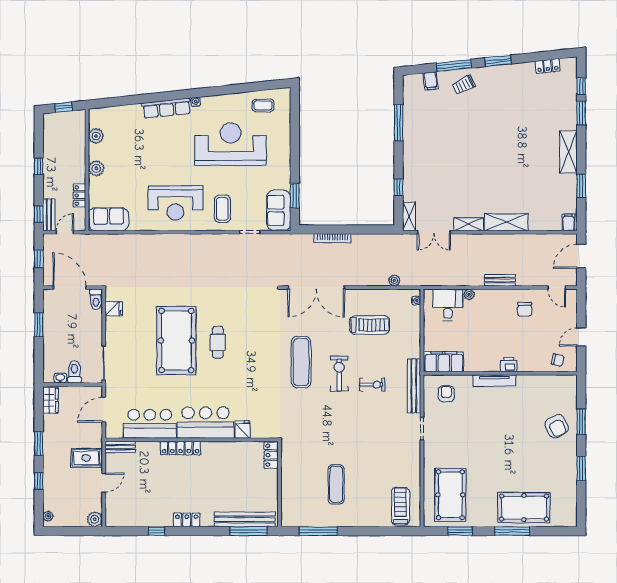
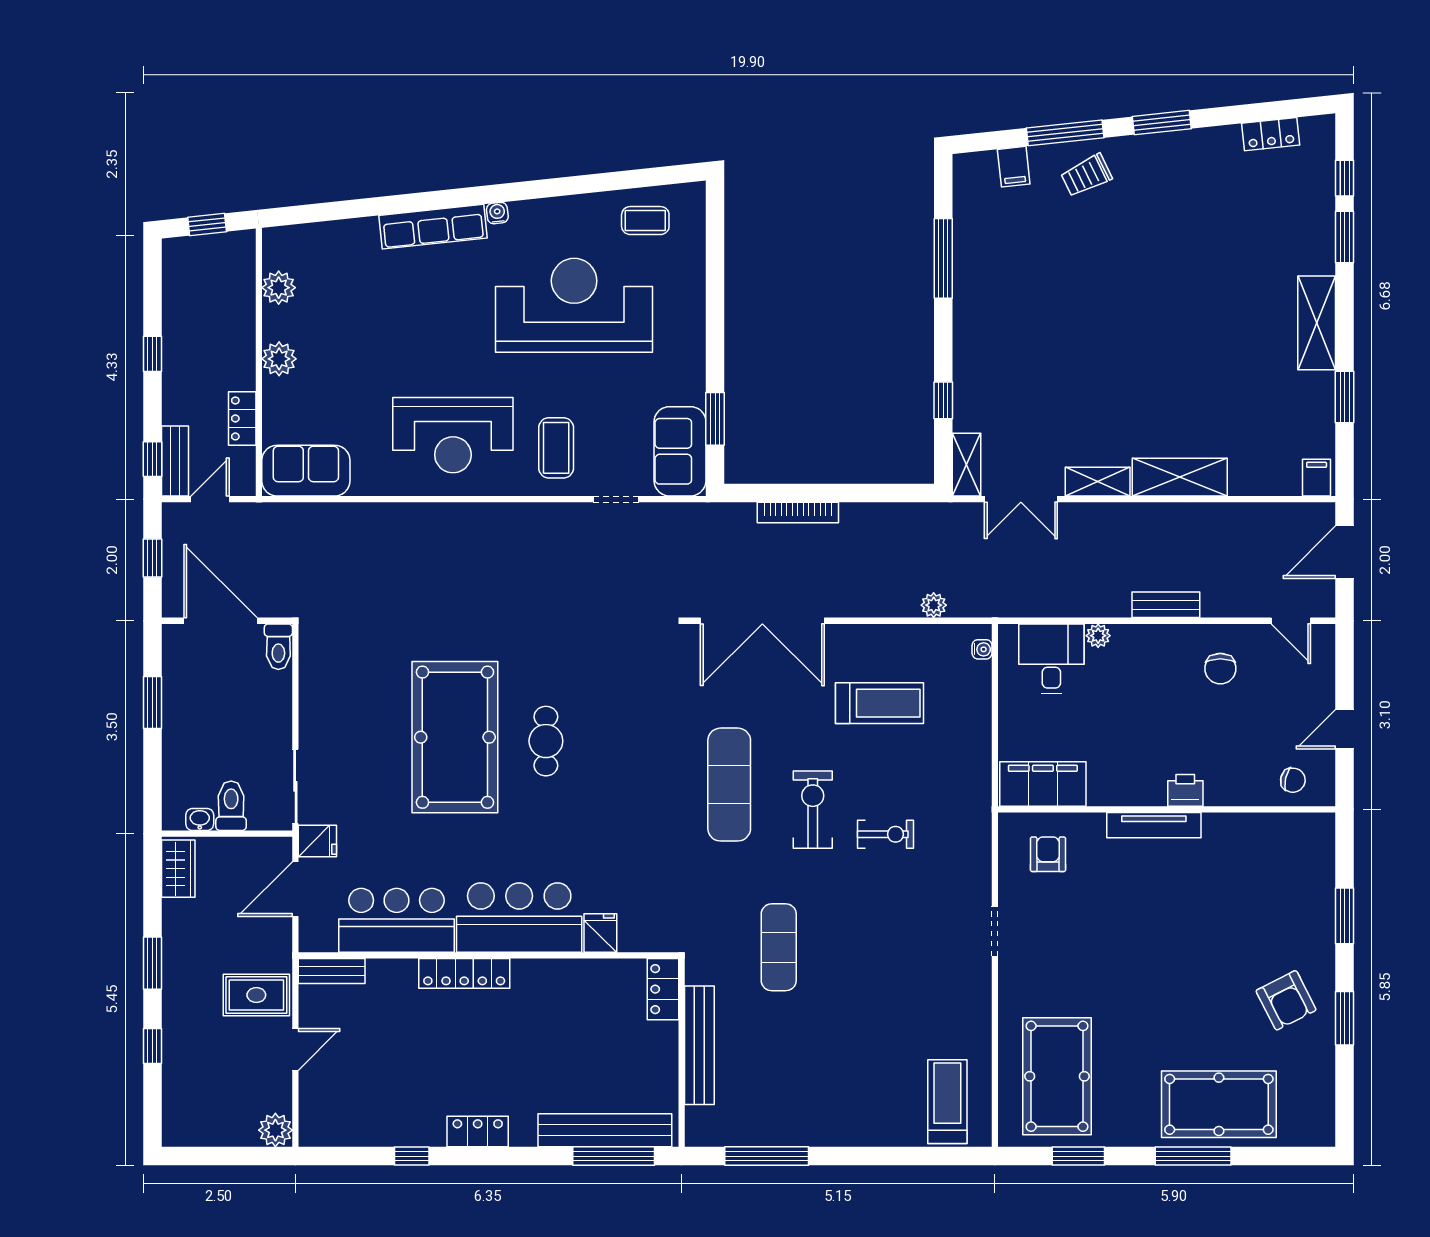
fridge: (114, 309) -> (317, 841), moved
bench: (414, 386) -> (699, 1045), moved
armchair: (557, 426) -> (1286, 1000), moved
exercise mat: (336, 484) -> (779, 947), moved
plant: (48, 516) -> (173, 1123), removed

